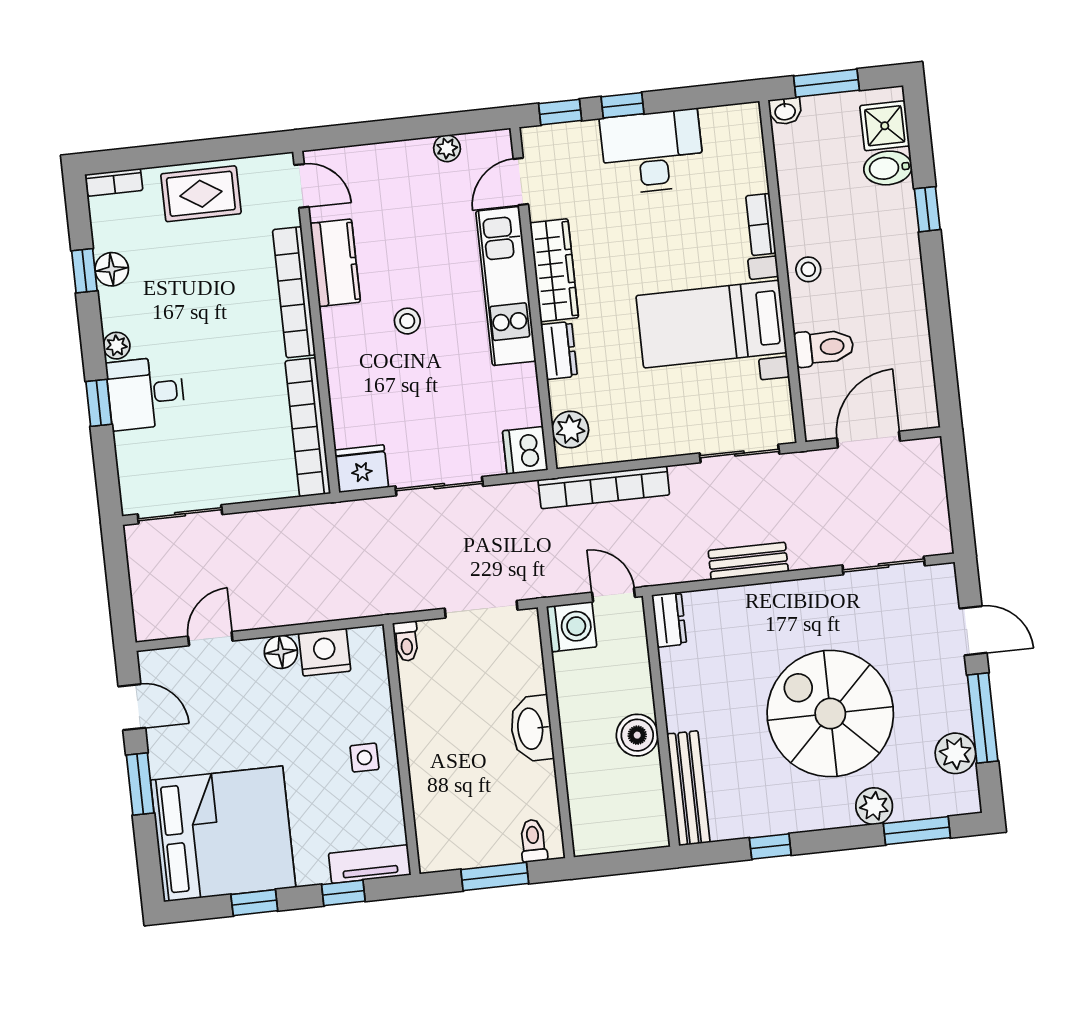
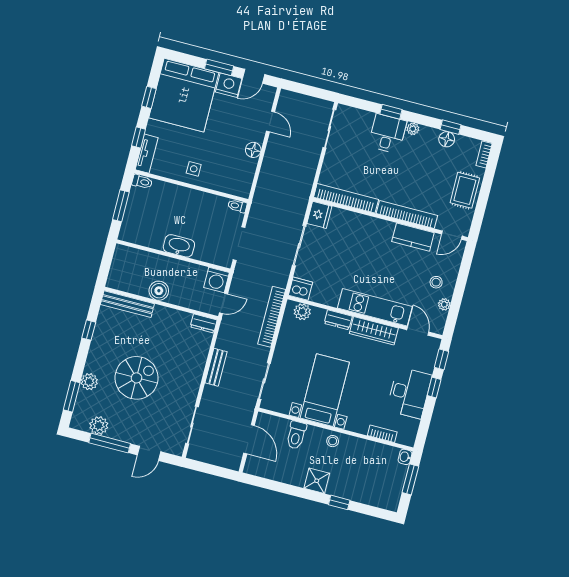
shower: (885, 126) -> (317, 481), moved
bidet: (888, 168) -> (364, 492), removed
bookcase: (761, 224) -> (382, 434), moved
stool: (407, 321) -> (436, 282), moved
nightstand: (325, 652) -> (229, 85), moved, turned -90
spiral stairs: (830, 714) -> (137, 378), width x0.73, depth x0.73
toilet: (533, 841) -> (142, 182), moved

